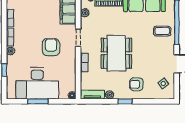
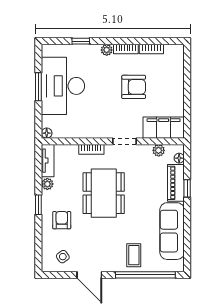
armchair: (51, 47) -> (134, 87), moved
dining table: (116, 53) -> (104, 193), turned 90

